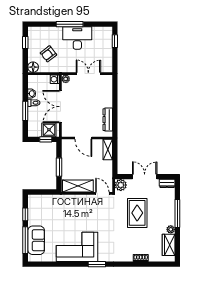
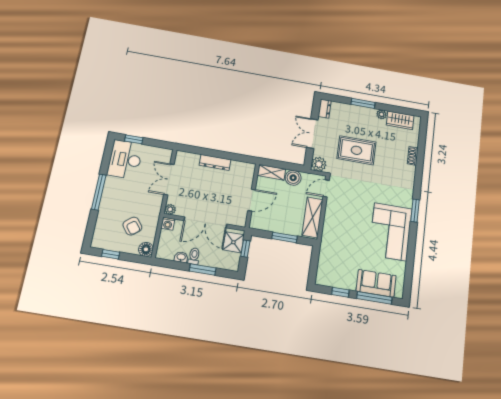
desk: (77, 38) -> (125, 160), moved
dresser: (108, 120) -> (215, 162), moved
boiler: (106, 167) -> (293, 178), added
window: (177, 213) -> (363, 103), width x0.69

